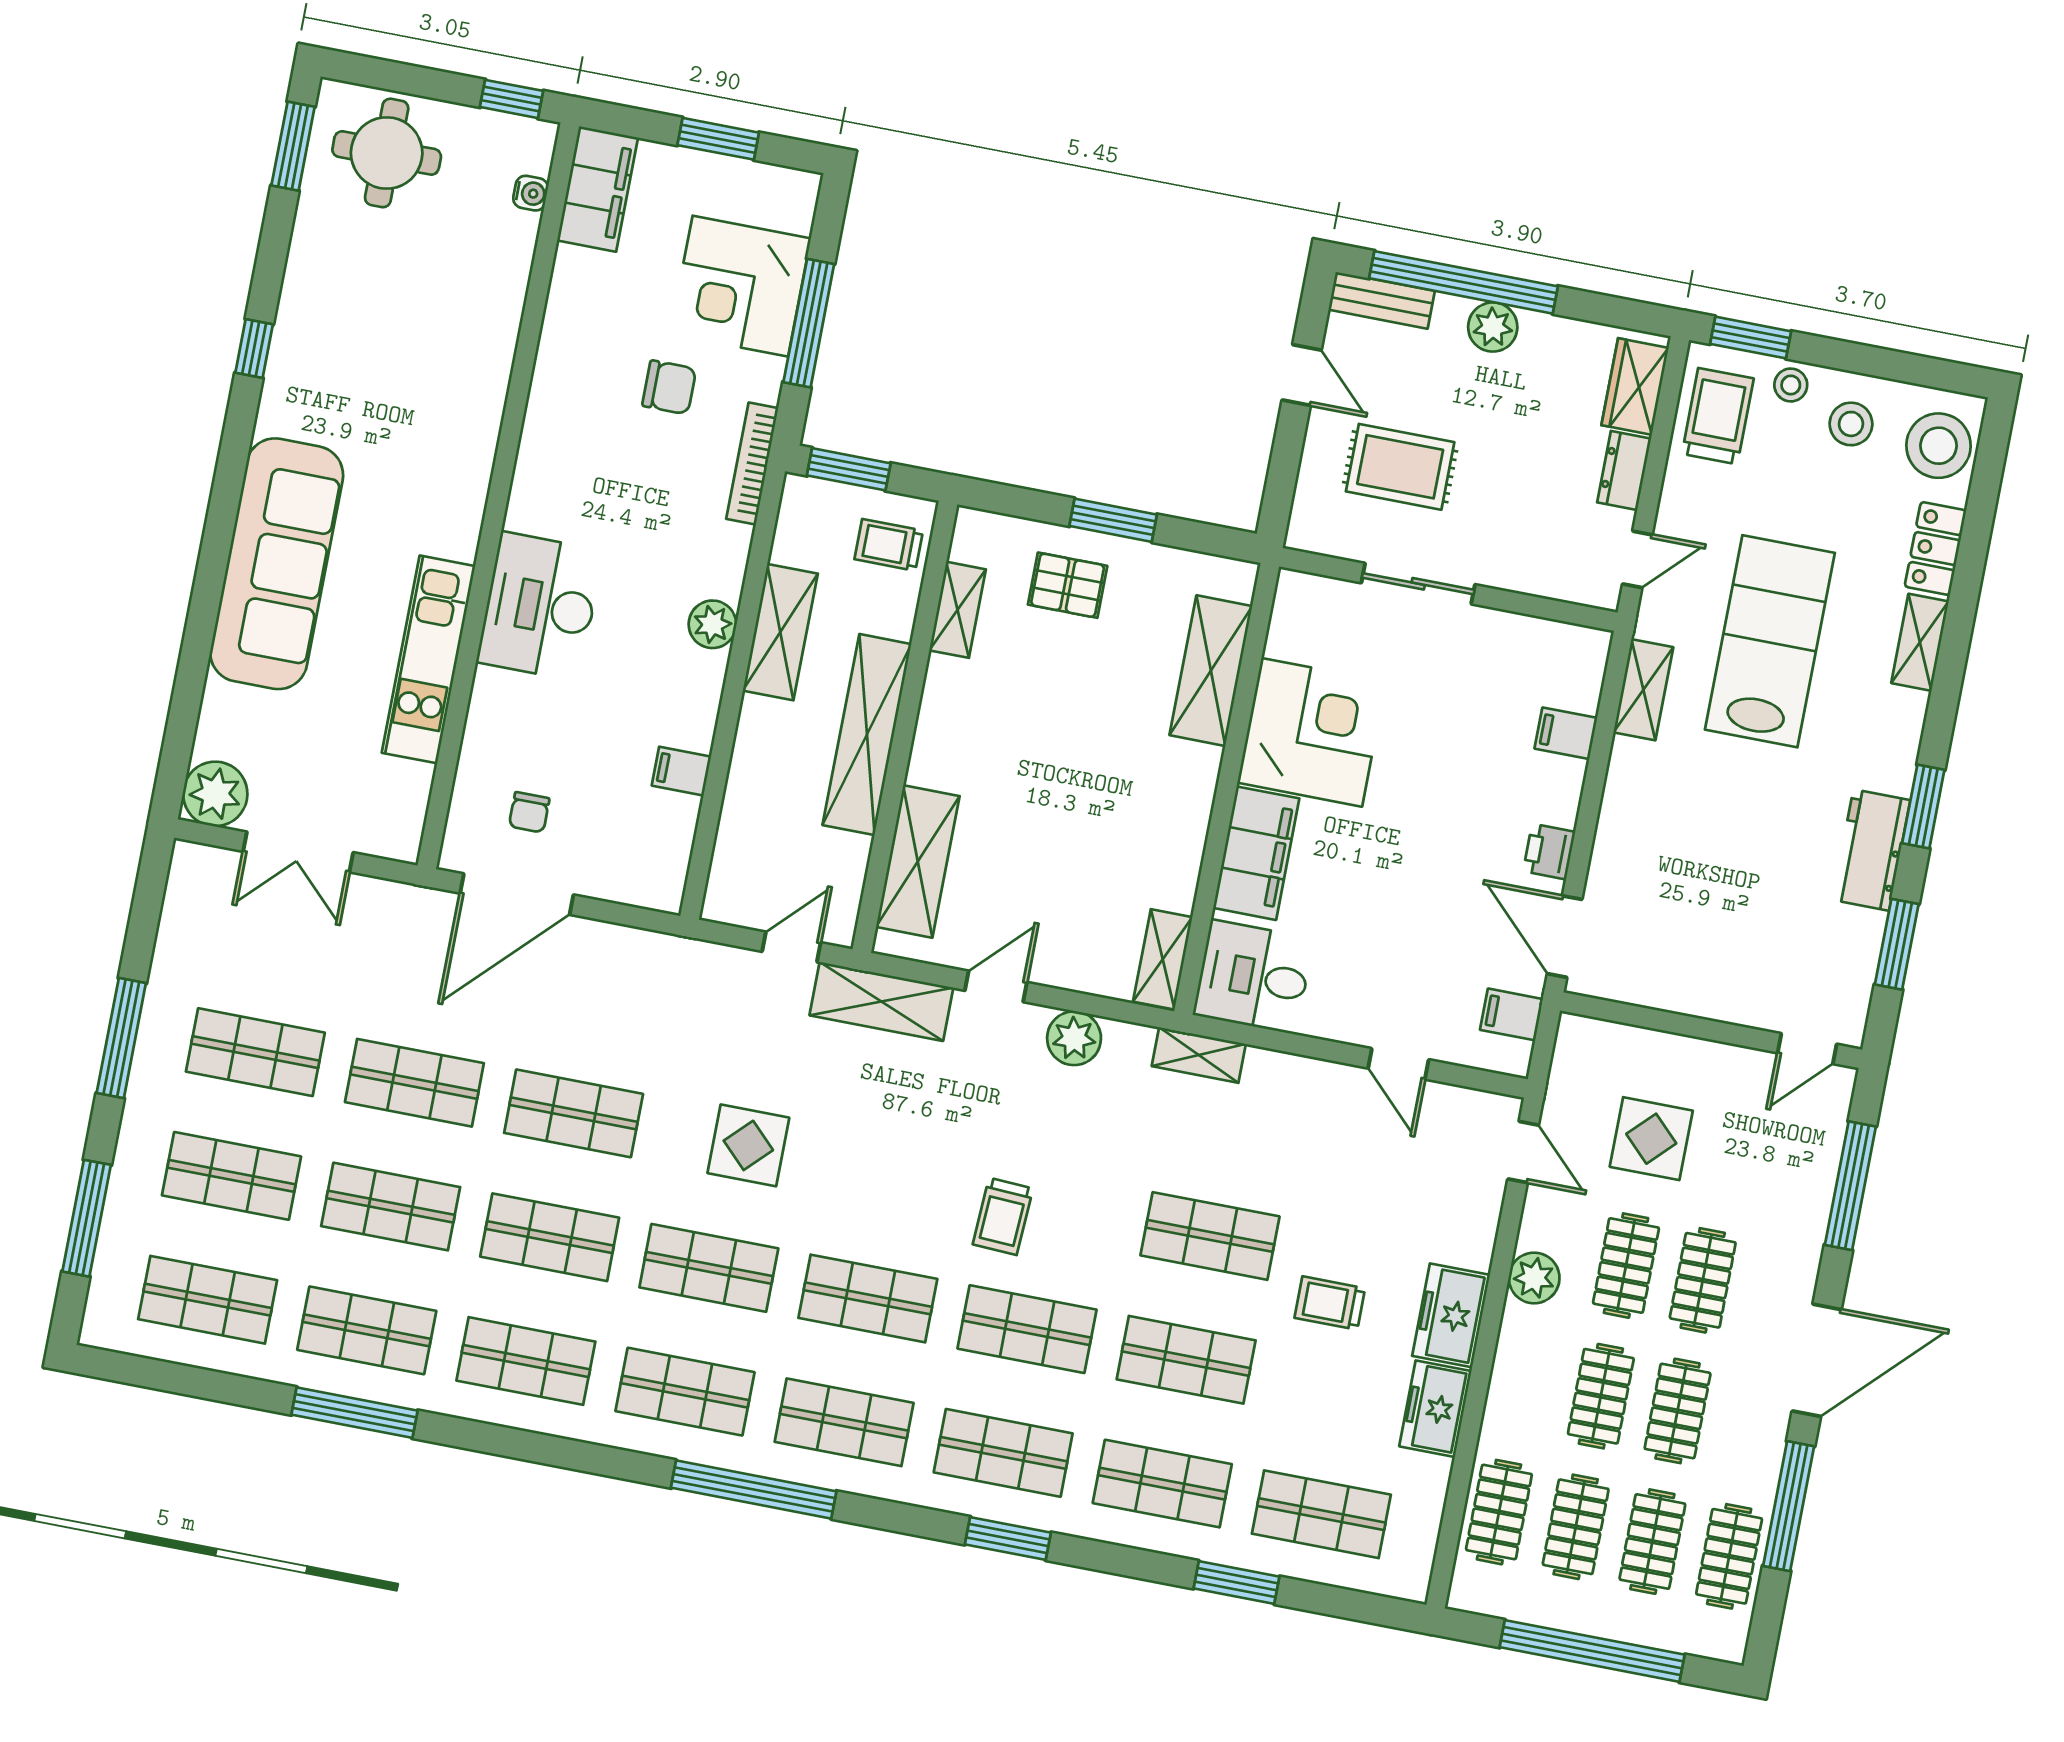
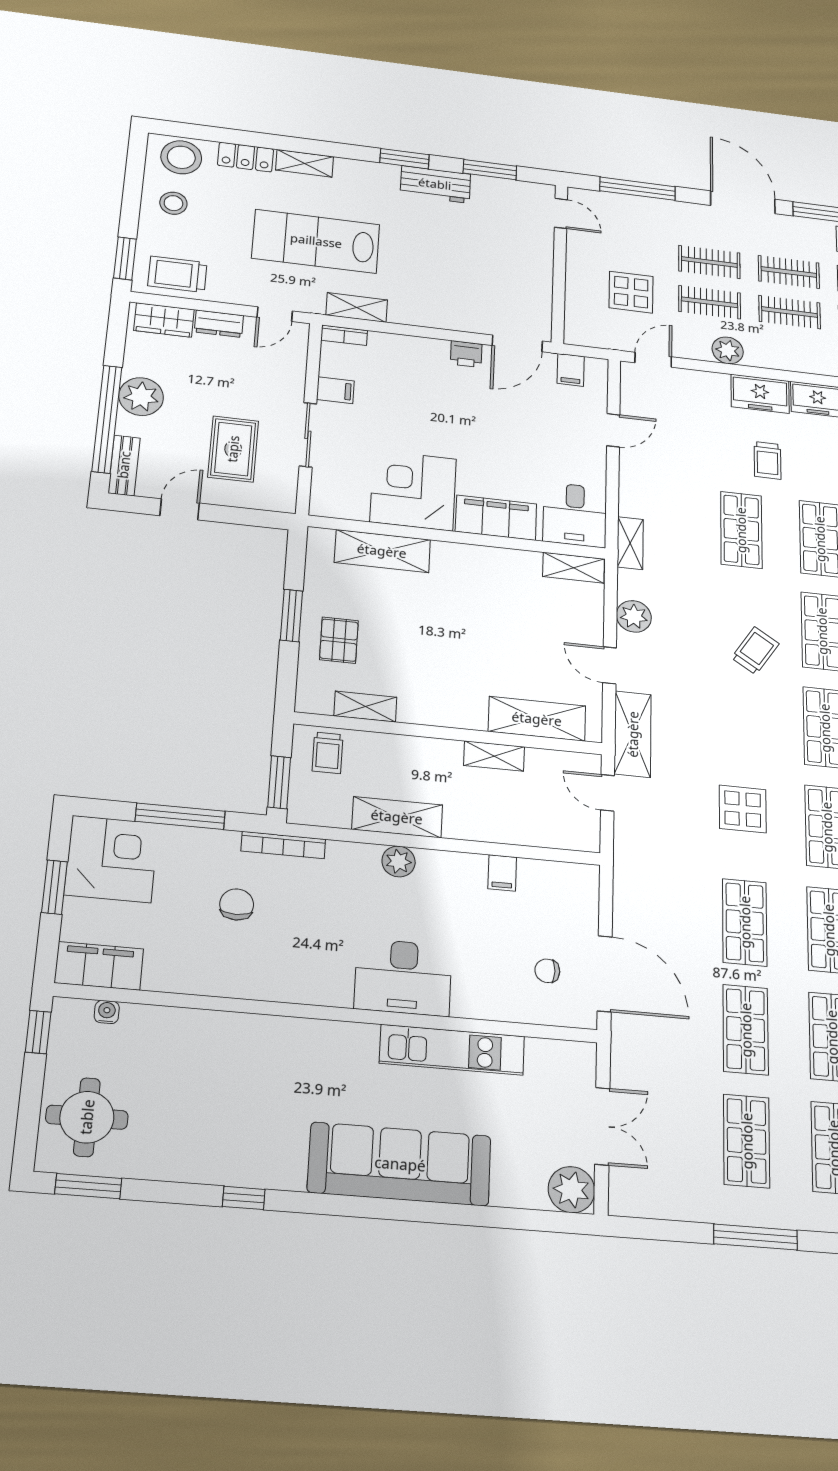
corner desk: (740, 286) -> (111, 859), moved, turned -90
plant: (1493, 327) -> (141, 397), width x1.36, depth x1.36
stool: (1791, 385) -> (153, 236), removed
door: (1637, 559) -> (275, 314), swing flipped
bookcase: (1593, 663) -> (344, 335), added
filing cabinet: (1566, 733) -> (335, 390), moved, turned -90
shelving: (867, 735) -> (494, 756), width x0.45, depth x0.75
chair: (529, 812) -> (547, 971), turned 180
trolley: (1003, 1216) -> (755, 651), turned -60

